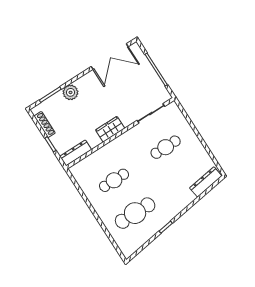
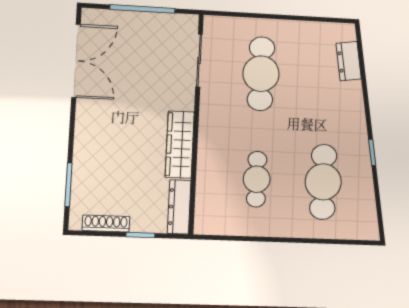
plant: (70, 92) -> (87, 153), removed
wardrobe: (110, 129) -> (180, 145), width x1.50
cafe table: (166, 147) -> (261, 74), width x1.37, depth x1.35
dresser: (206, 182) -> (349, 61), width x0.70

